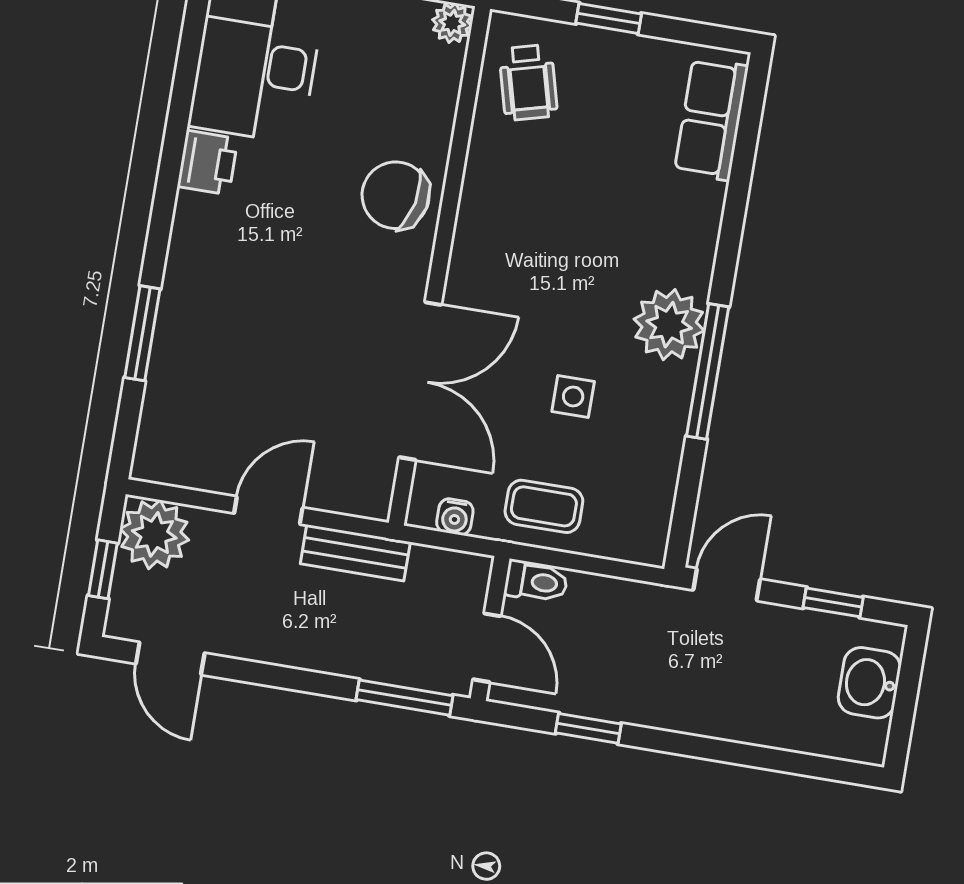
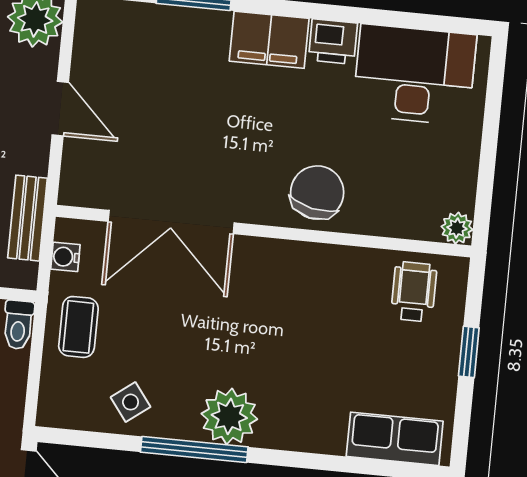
wheelchair: (528, 83) -> (414, 292), turned 105
filing cabinet: (200, 242) -> (269, 40), added
side table: (573, 396) -> (131, 402), moved, turned -37
bench: (355, 553) -> (28, 218), moved

